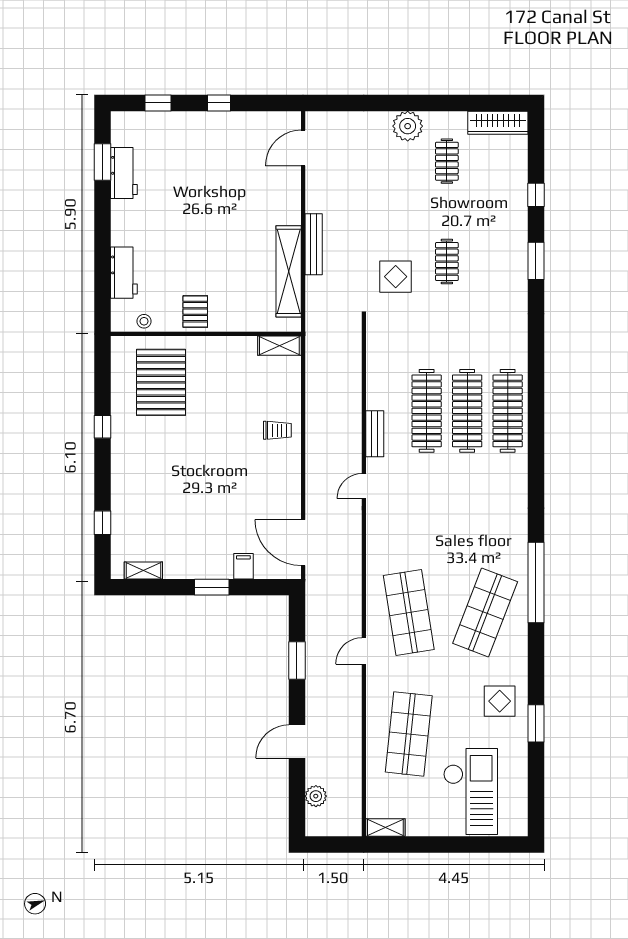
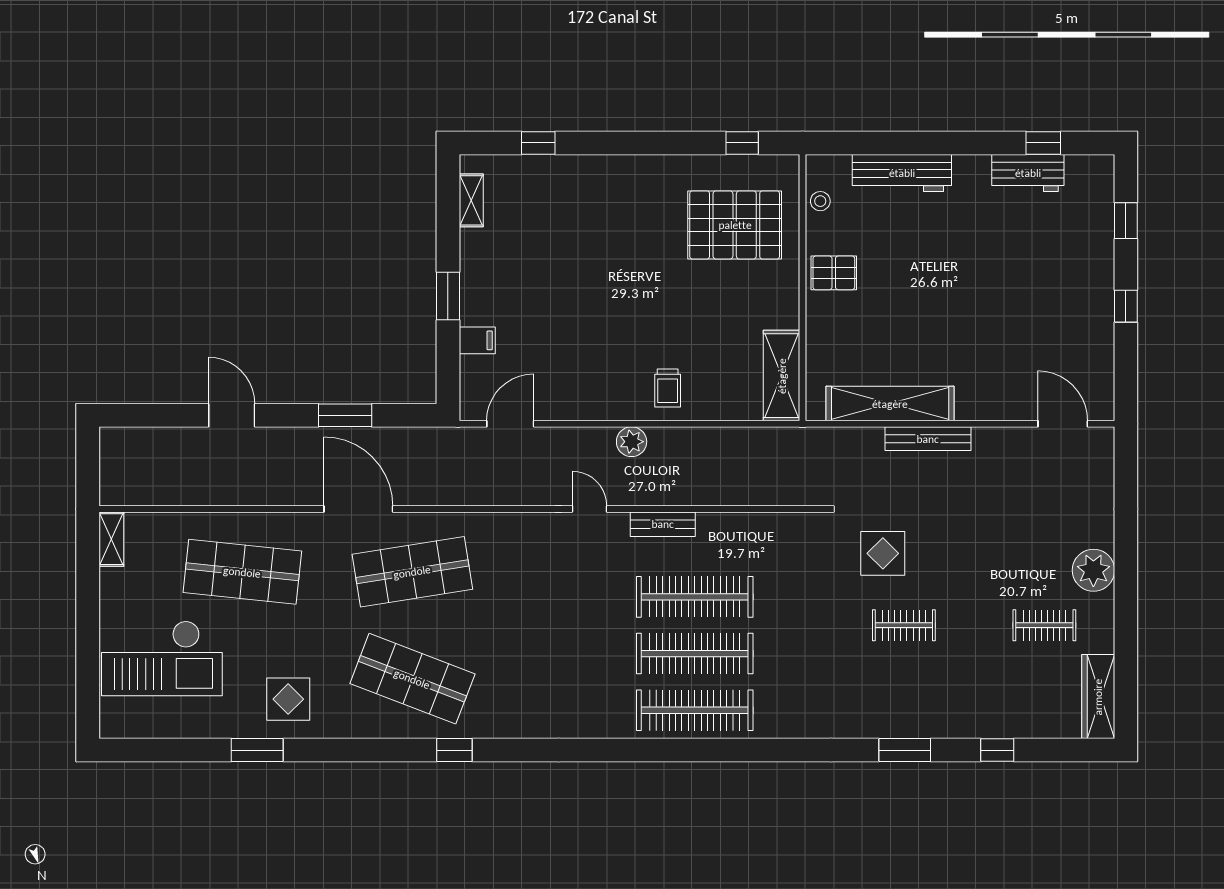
window: (102, 162) -> (1043, 143), width x0.67
workbench: (124, 273) -> (902, 173), width x1.38
shelving: (279, 346) -> (782, 376), width x1.50, depth x1.33
window: (102, 427) -> (742, 143), moved
door: (303, 543) -> (510, 424), width x0.73
window: (536, 583) -> (454, 750), width x0.32
door: (364, 651) -> (358, 509), width x1.88
plant: (316, 796) -> (632, 442), moved

